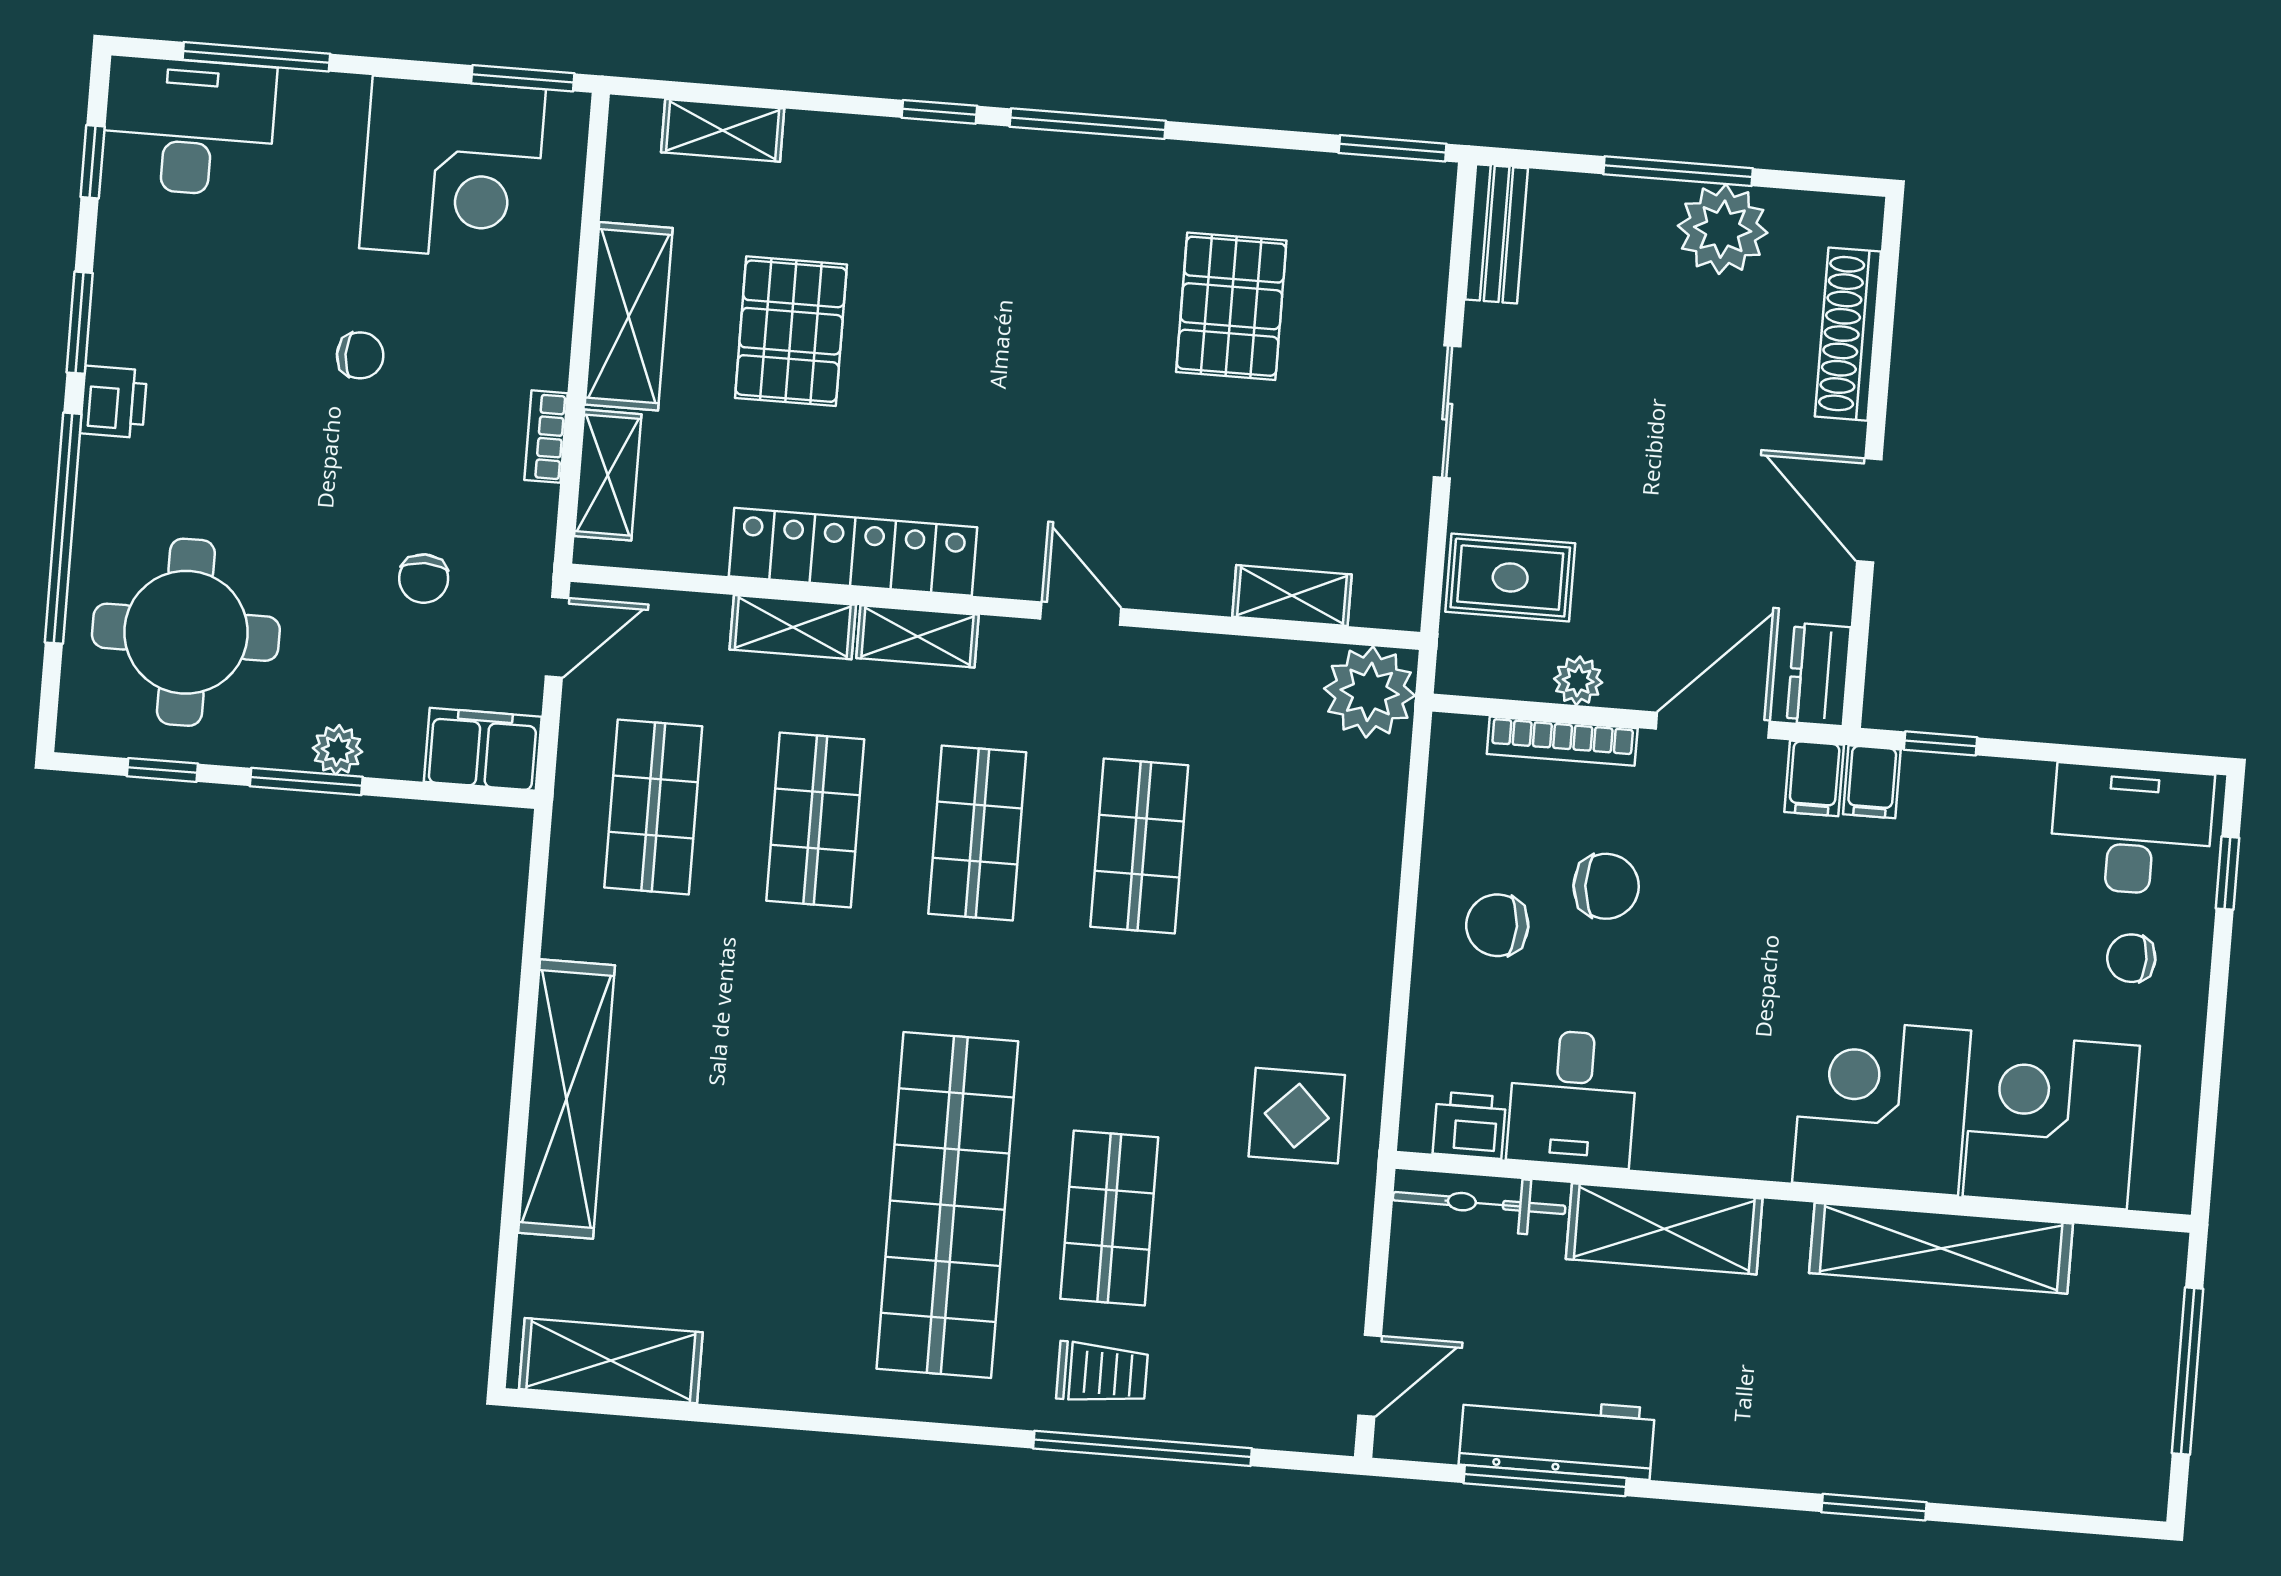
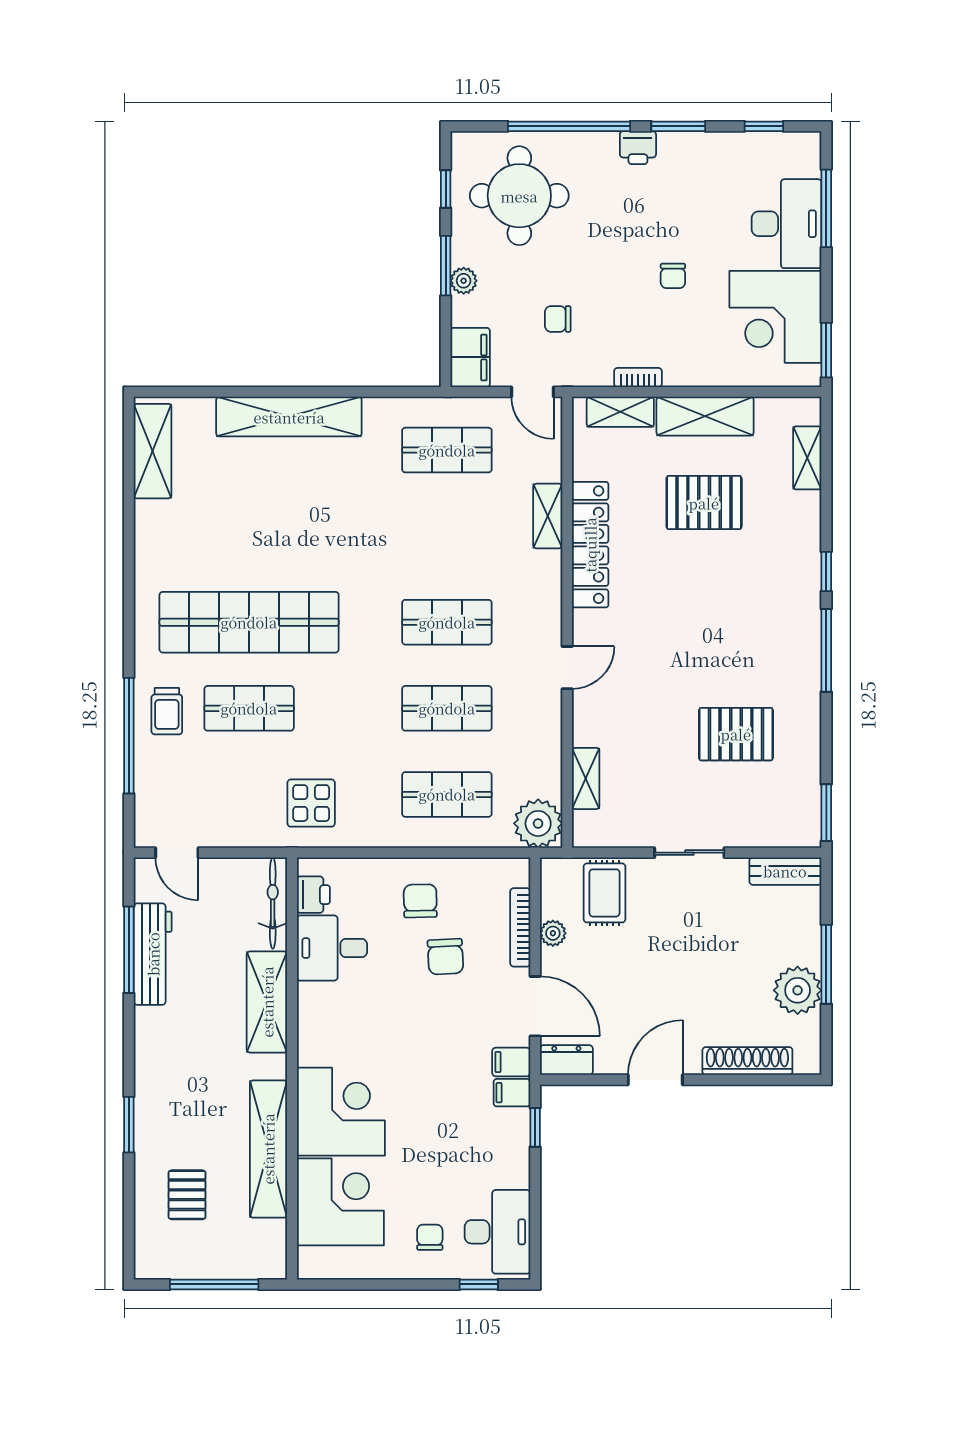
desk: (189, 127) -> (787, 224), moved
shelving: (918, 636) -> (548, 582), removed
shop shelf: (815, 820) -> (447, 794), moved
pallet: (2015, 1408) -> (187, 1195), added

